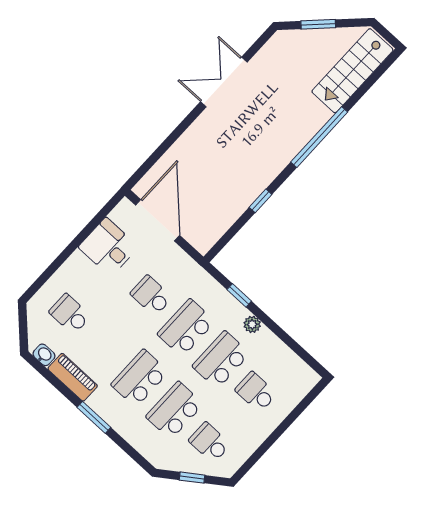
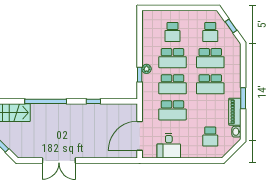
school desk: (151, 296) -> (172, 110), width x1.85
plant: (252, 324) -> (147, 69), moved
window: (94, 417) -> (243, 98), moved

